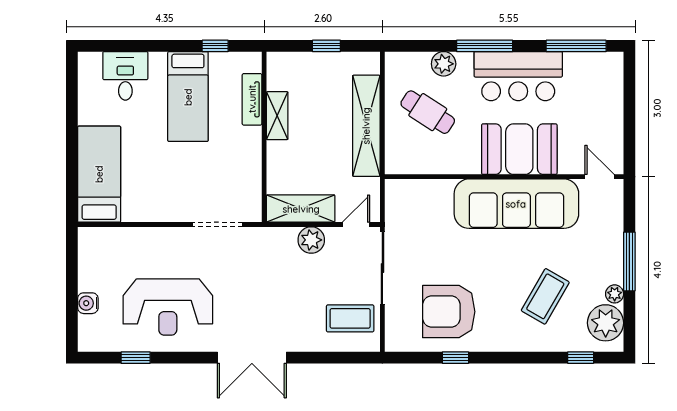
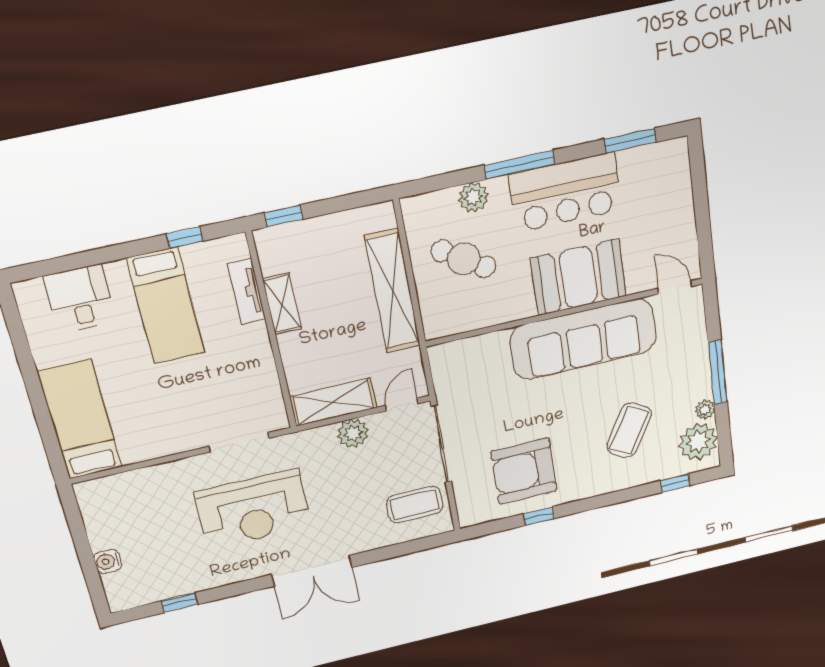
window: (326, 46) -> (284, 216), moved
window: (576, 46) -> (630, 141), width x0.69
reception desk: (168, 307) -> (253, 509), moved

